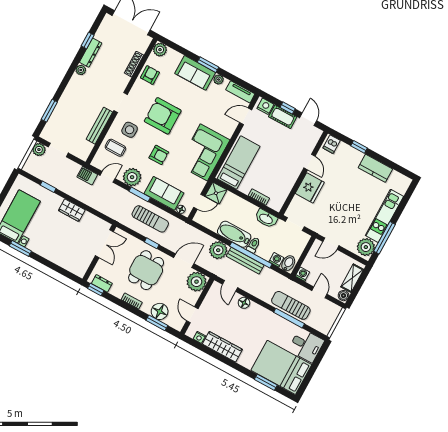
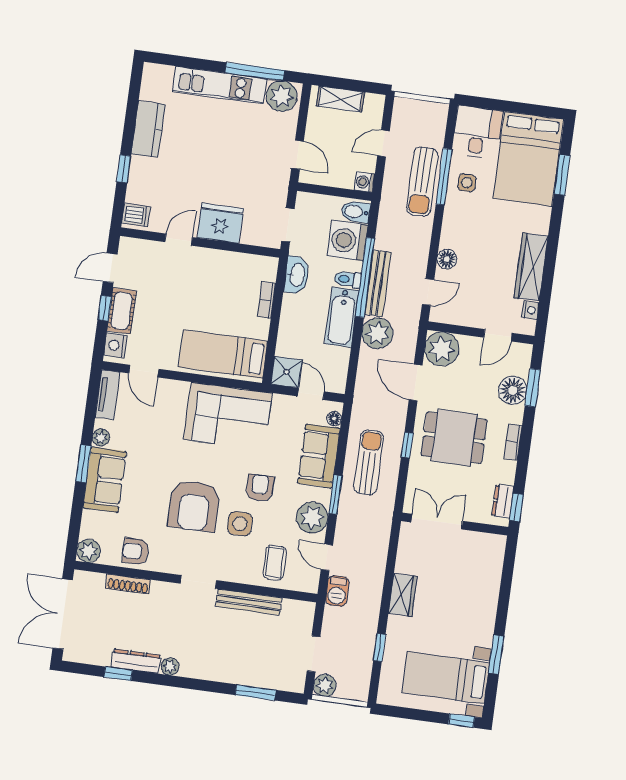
side table: (130, 130) -> (240, 524), moved
washing machine: (276, 260) -> (347, 241), width x1.89, depth x1.89
boiler: (344, 296) -> (374, 102), removed
side table: (281, 329) -> (467, 183), added

